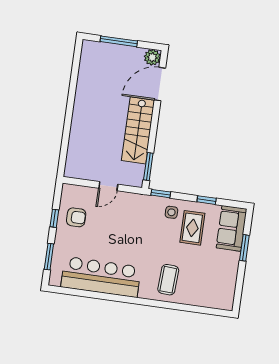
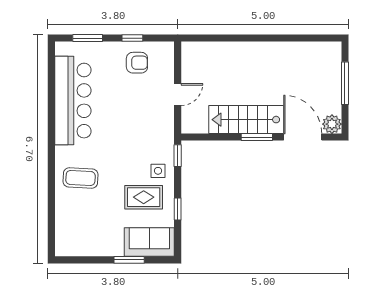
window: (148, 167) -> (257, 137), moved
door: (108, 186) -> (178, 95), swing flipped
armchair: (76, 217) -> (137, 63), turned -90

